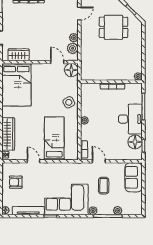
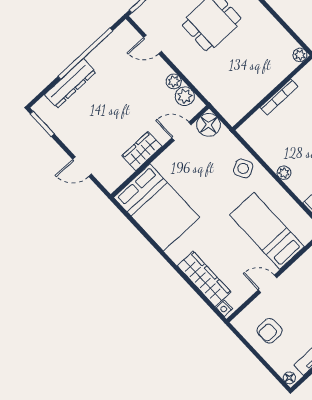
door: (79, 13) -> (152, 44), swing flipped
wardrobe: (19, 55) -> (142, 151), moved

